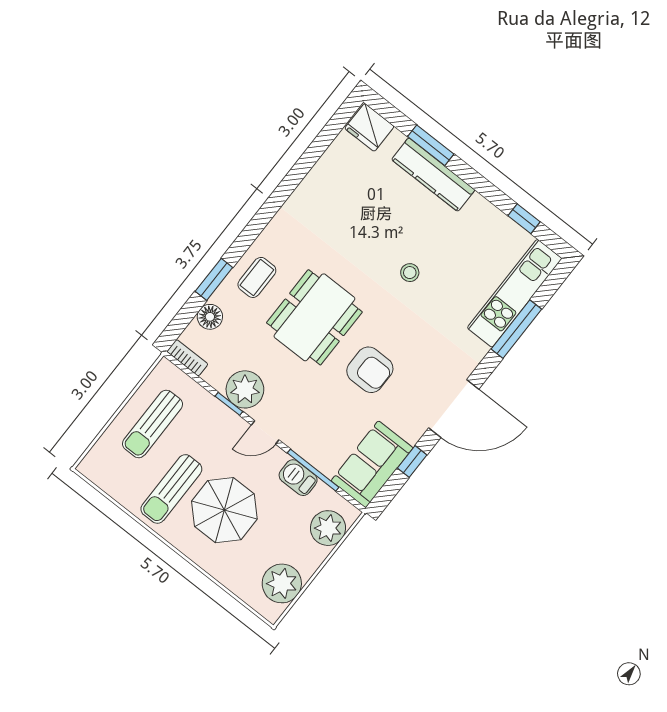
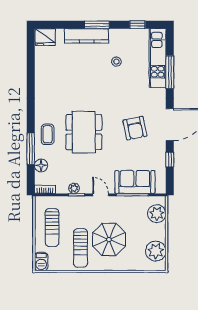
window: (431, 145) -> (97, 25), moved
stool: (410, 273) -> (116, 62), moved
window: (214, 279) -> (31, 149), width x1.44
armchair: (370, 370) -> (135, 128), moved, turned 78
plant: (245, 389) -> (74, 188), width x0.53, depth x0.53
door: (265, 432) -> (101, 195), swing flipped
sofa: (372, 464) -> (135, 182), moved, turned 90
barbecue: (298, 478) -> (41, 262), moved, turned -90

